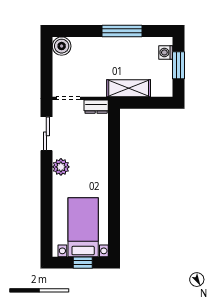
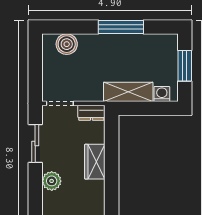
boiler: (62, 46) -> (67, 44), moved
washing machine: (166, 52) -> (162, 94), moved, turned 90
wardrobe: (99, 150) -> (95, 162), added

